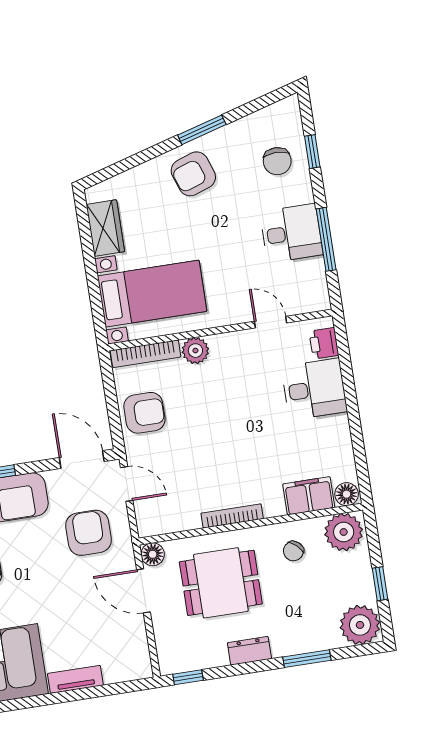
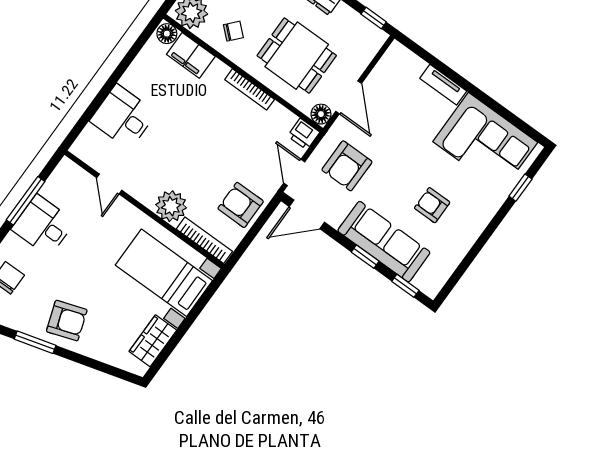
printer: (324, 343) -> (304, 134), moved, turned 90
plant: (195, 351) -> (171, 206), width x1.36, depth x1.36
door: (82, 459) -> (307, 214), hinge flipped

